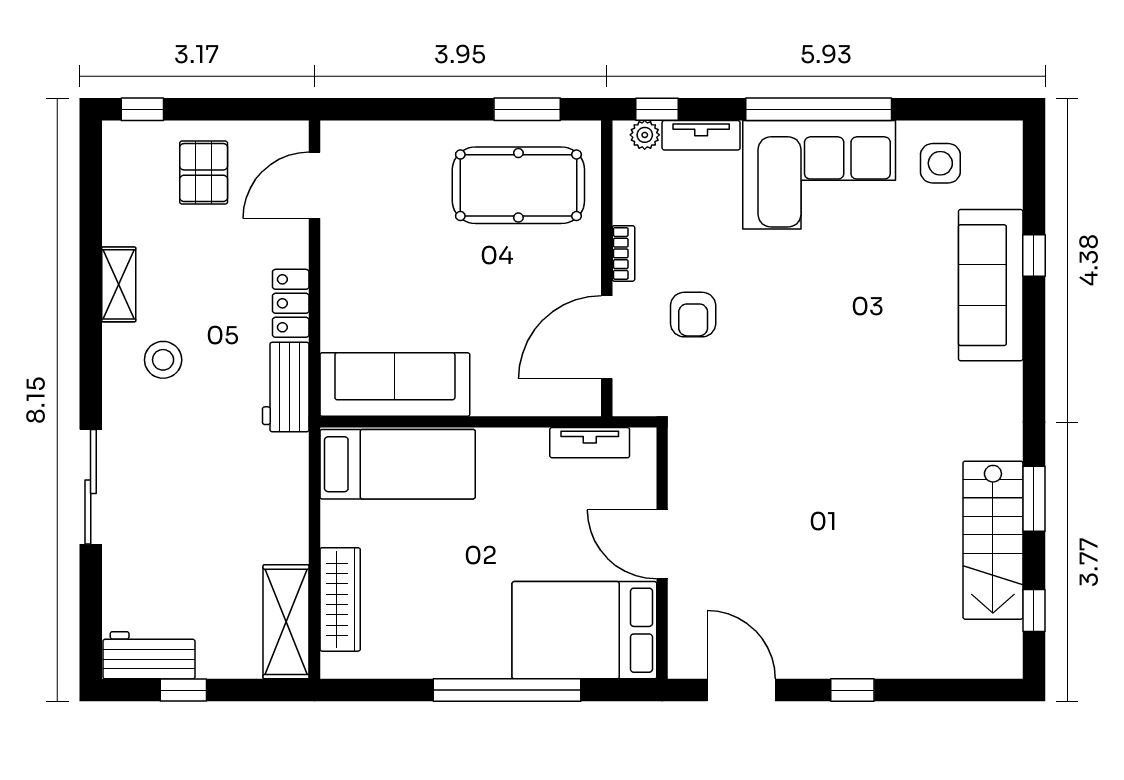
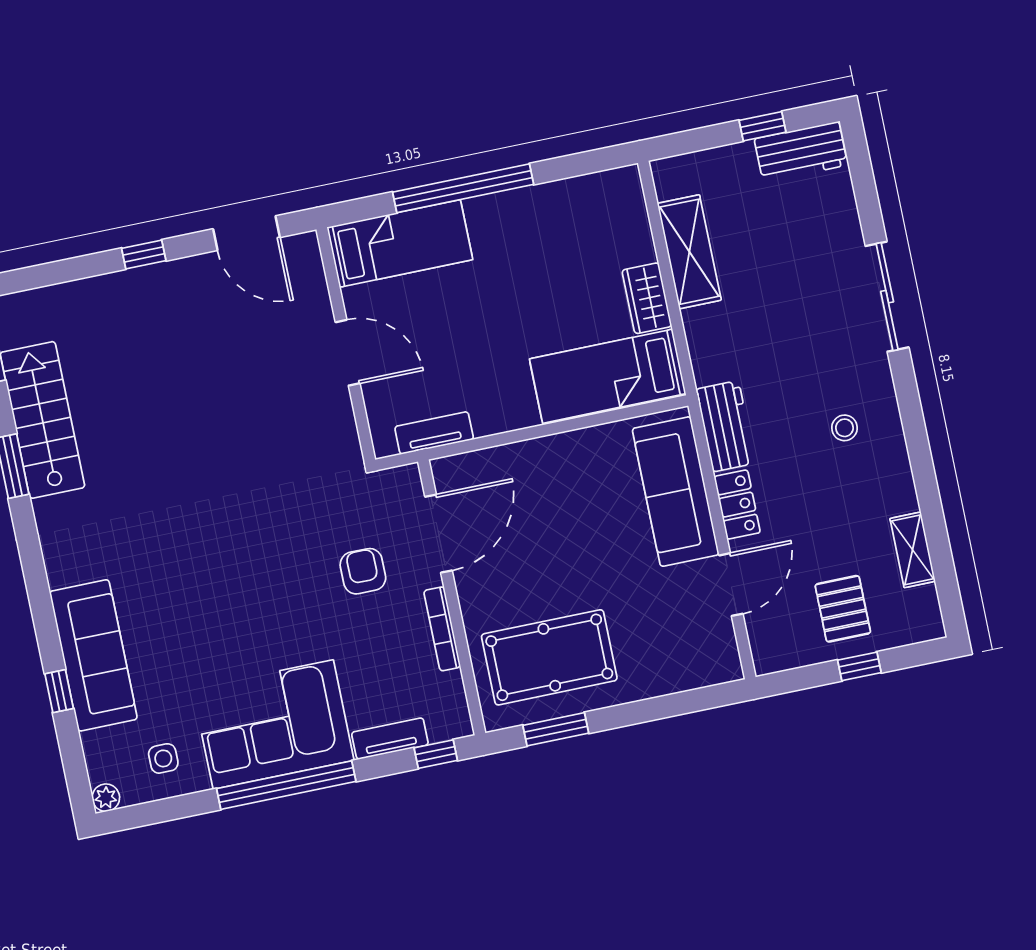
window: (142, 109) -> (859, 666), moved
plant: (645, 135) -> (106, 798), moved
side table: (940, 163) -> (163, 758), width x0.73, depth x0.73
door: (314, 185) -> (731, 585), moved
bookcase: (623, 253) -> (442, 629), width x1.56
shelving: (119, 284) -> (913, 550), moved
stool: (163, 360) -> (844, 428), width x0.73, depth x0.73
sofa: (395, 385) -> (676, 492), moved, turned 90
wardrobe: (340, 599) -> (647, 298), moved, width x0.67
shelving: (286, 622) -> (689, 252), moved
bed: (584, 630) -> (400, 243), width x0.67

